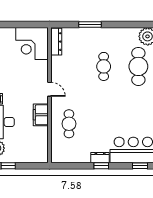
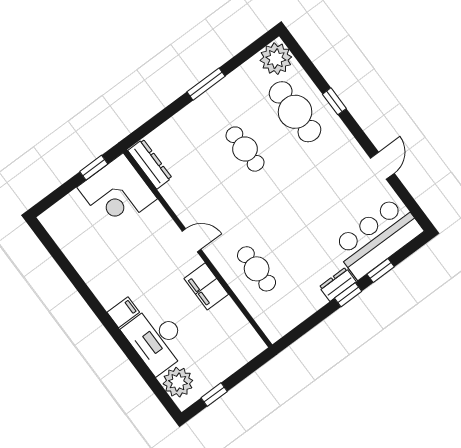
window: (30, 24) -> (94, 168), added
window: (90, 24) -> (206, 84), moved
window: (140, 166) -> (381, 270), moved

